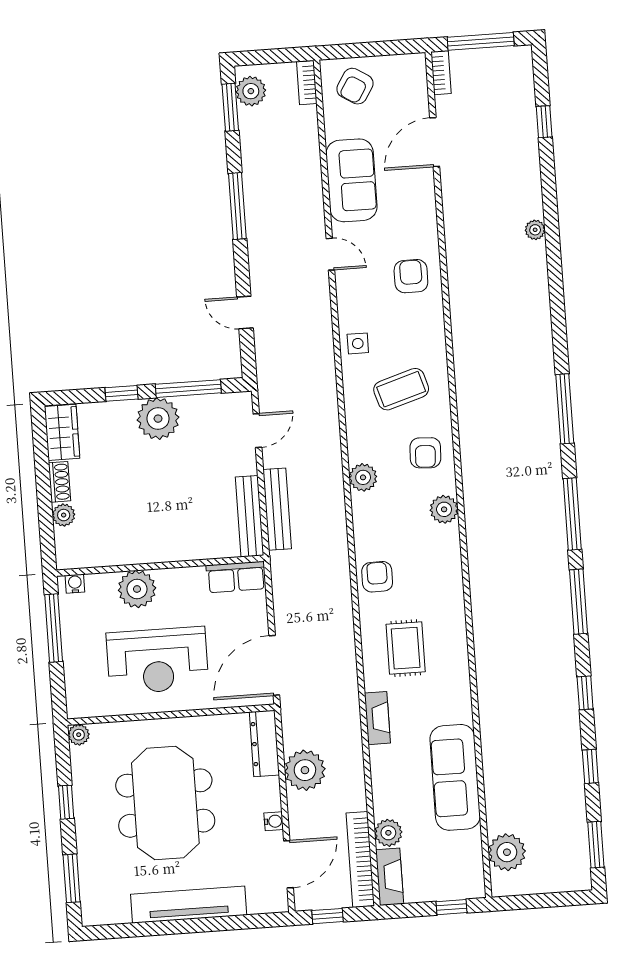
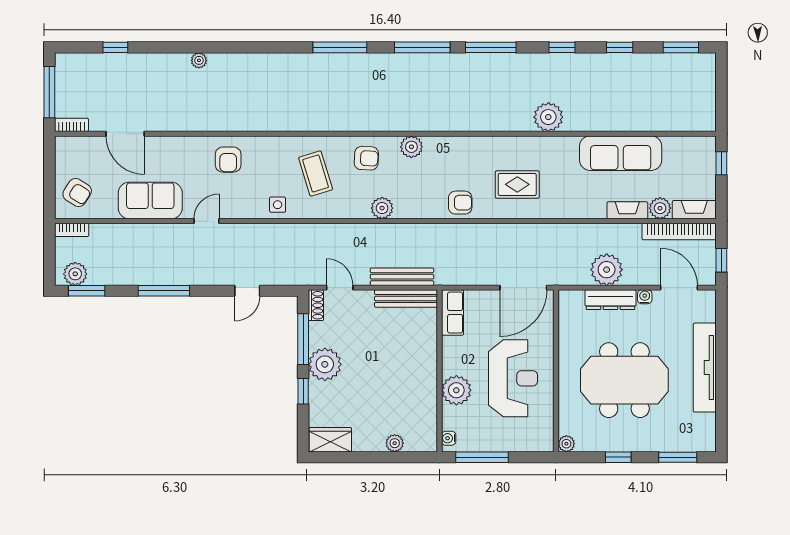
armchair: (411, 276) -> (228, 160), turned -90
shoe rack: (60, 482) -> (316, 305), moved, turned 90
armchair: (377, 577) -> (460, 203), turned 180
door: (274, 665) -> (523, 288), hinge flipped
fireplace: (377, 718) -> (627, 210), moved
dresser: (264, 743) -> (610, 300), moved
plant: (507, 852) -> (548, 117), moved

